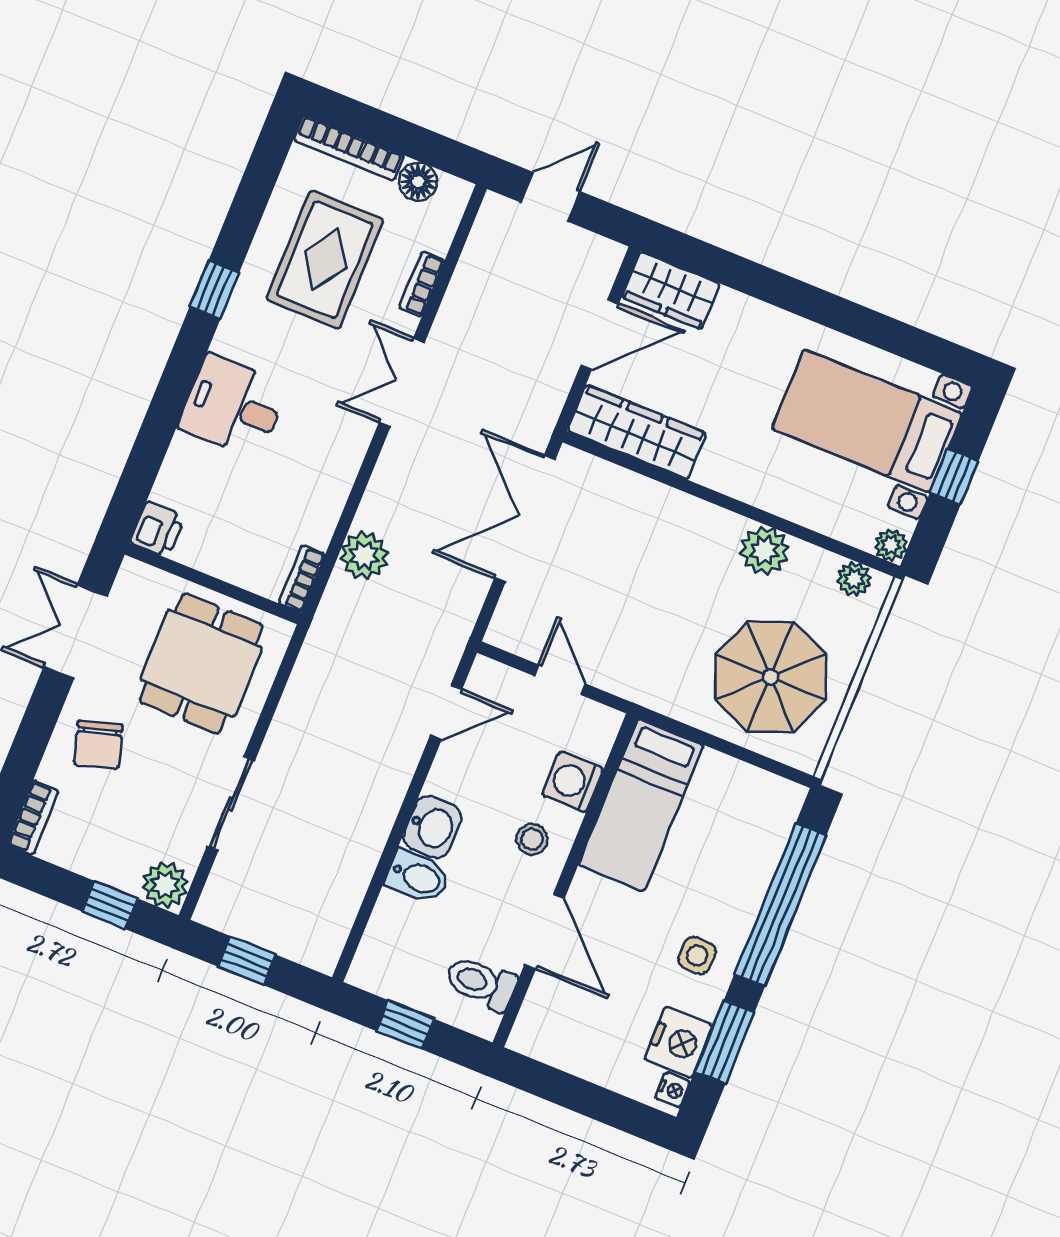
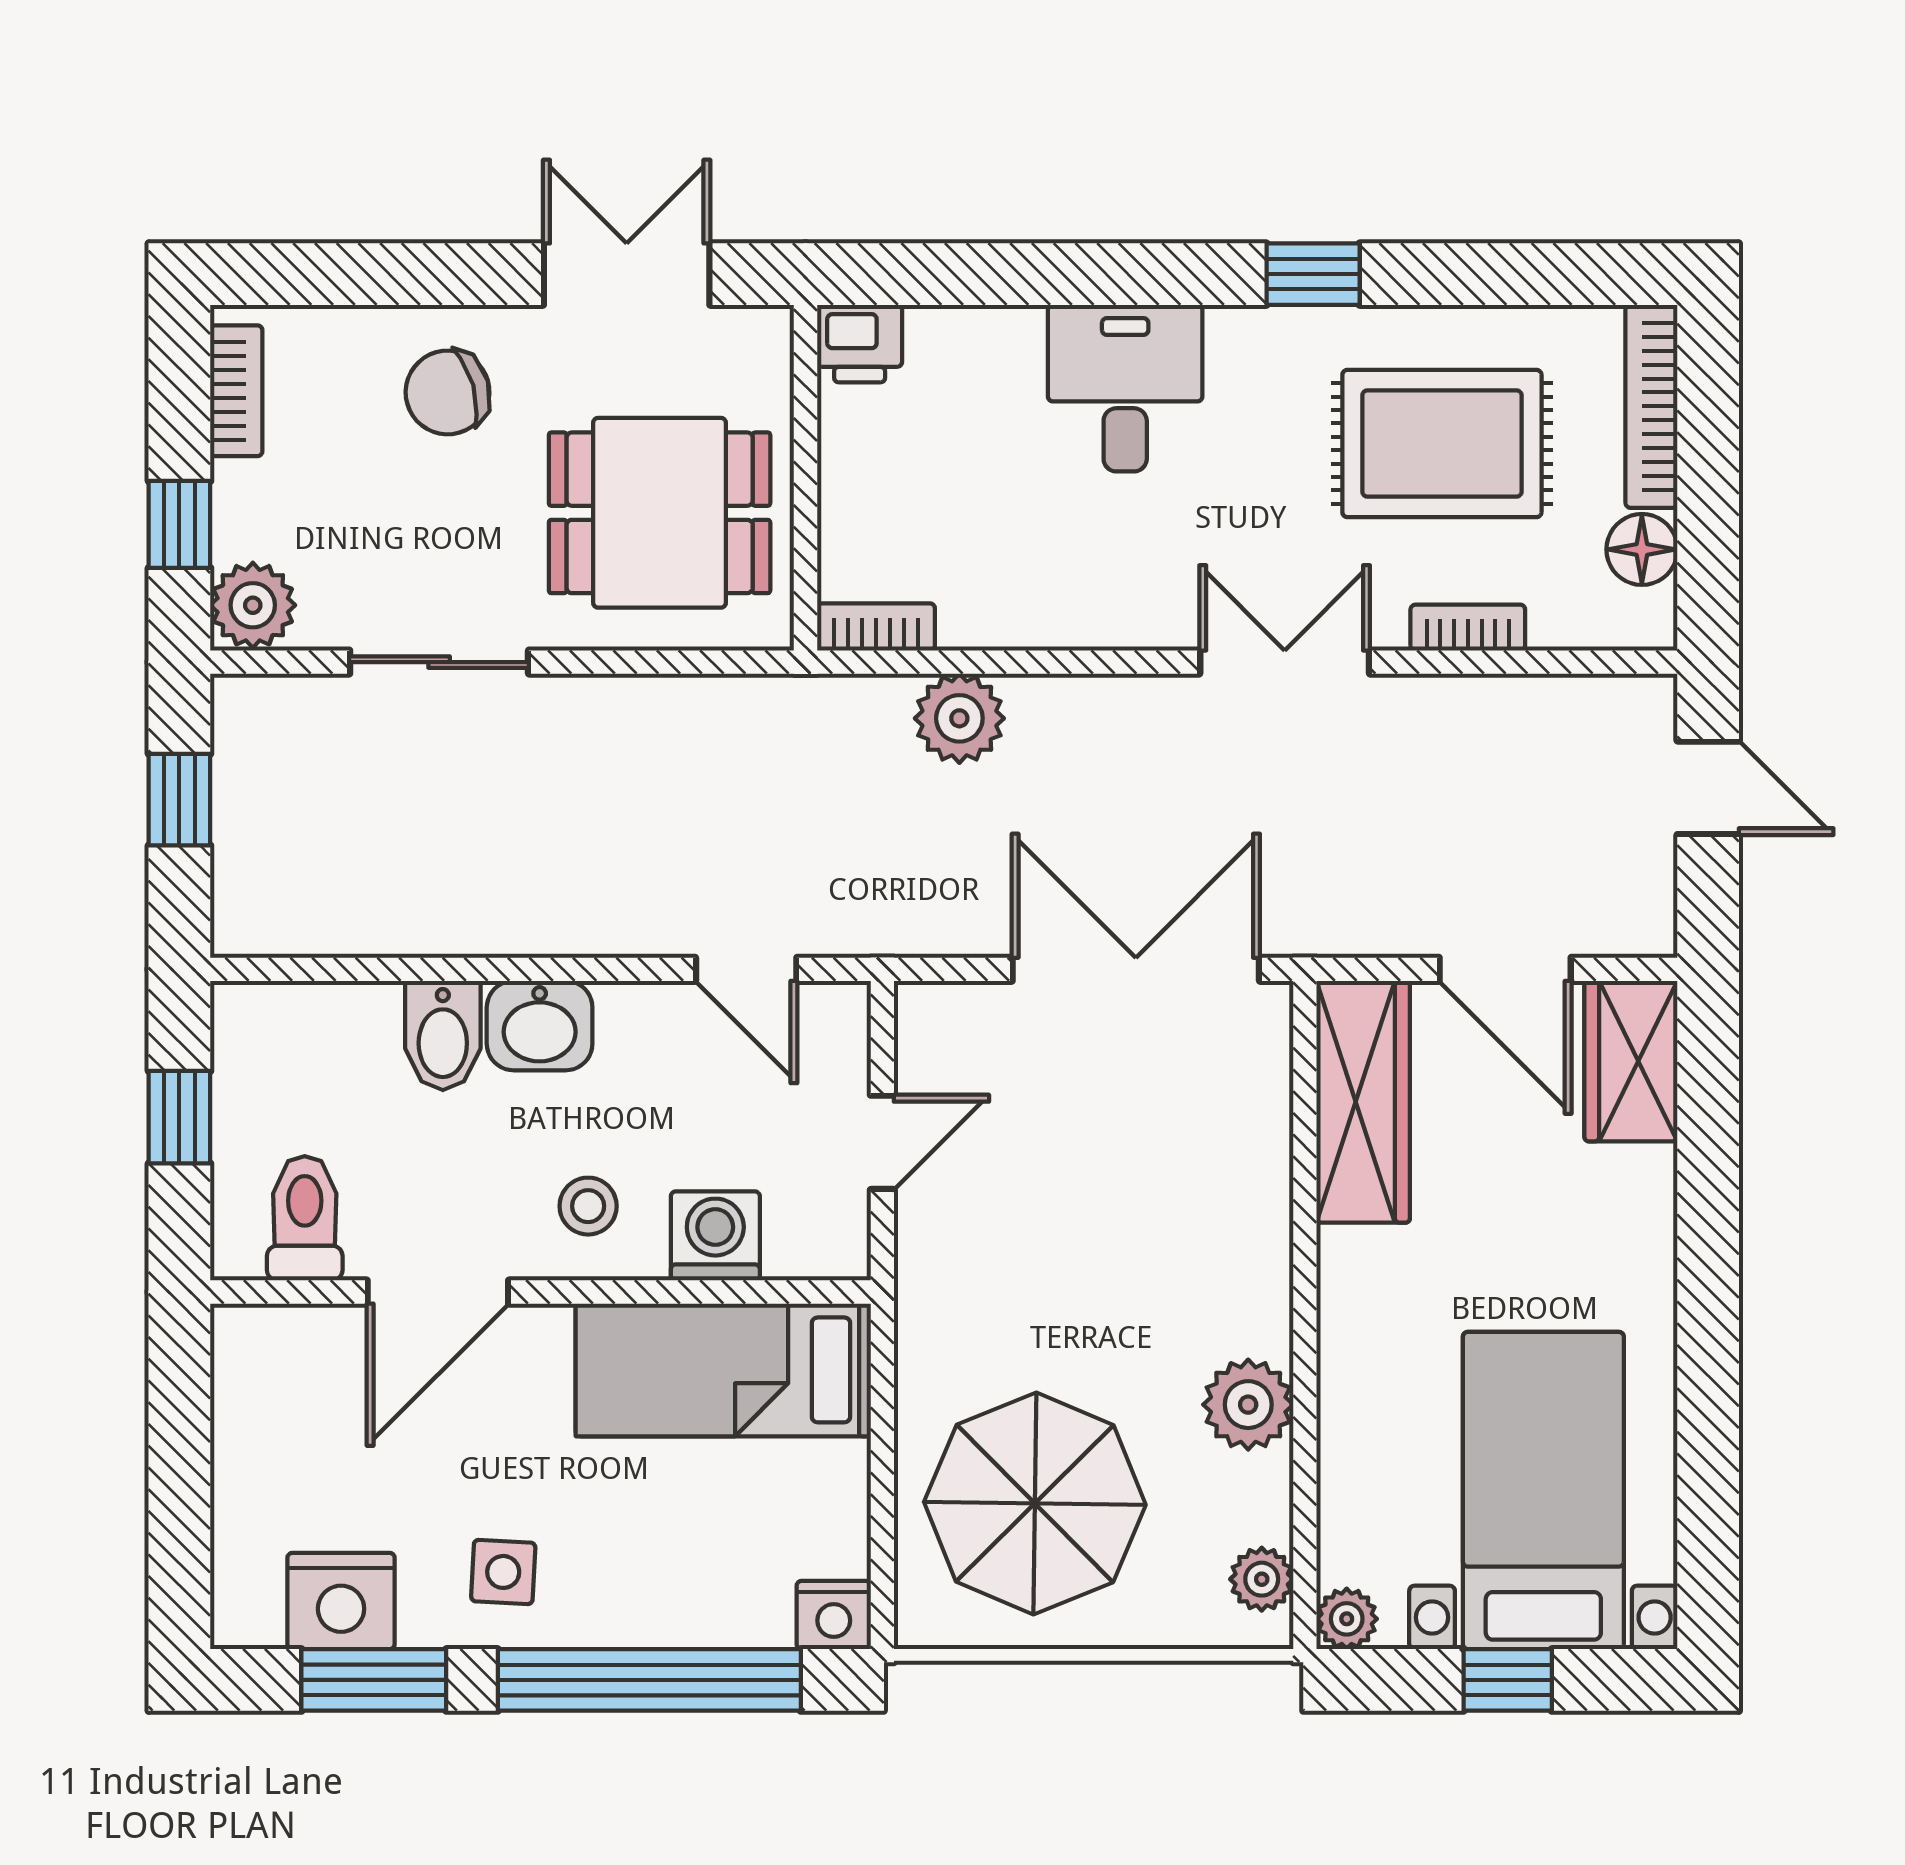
bookcase: (33, 818) -> (236, 391), moved, turned -90
nightstand: (673, 1090) -> (834, 1615), moved, width x1.39, depth x1.35

